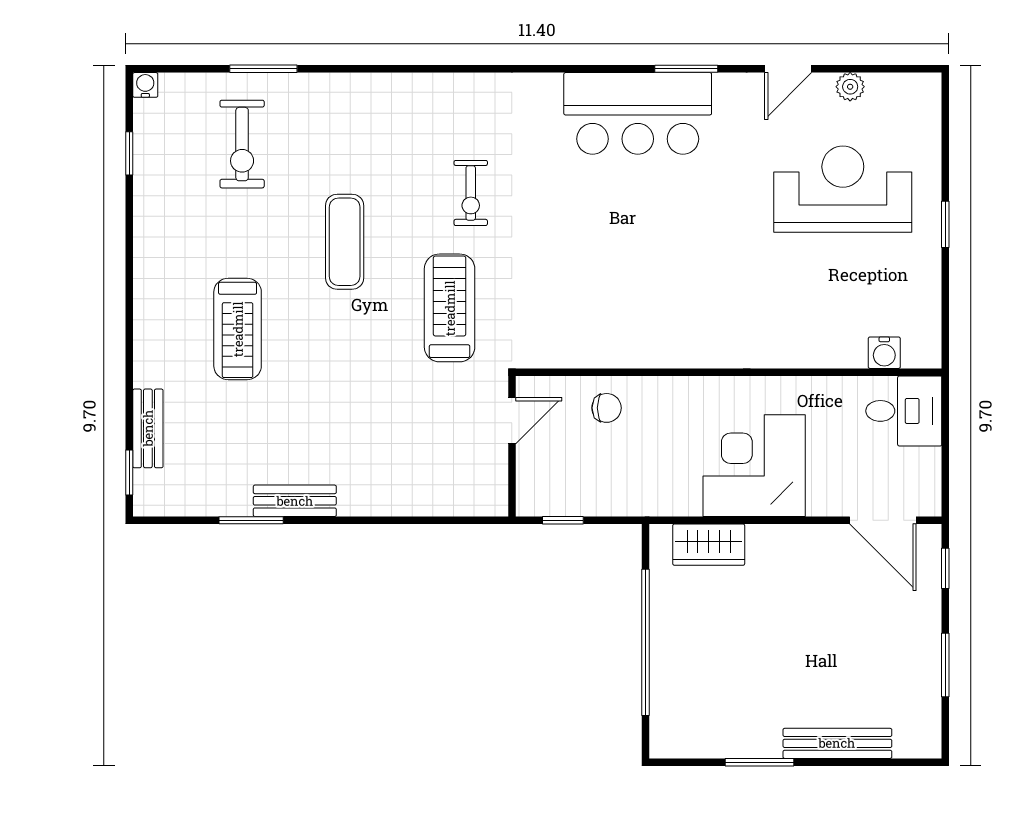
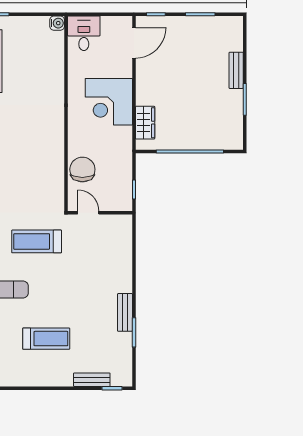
water cooler: (884, 353) -> (57, 23), moved
chair: (607, 408) -> (82, 169), width x1.87, depth x1.87
bench: (837, 743) -> (236, 70), width x0.73

